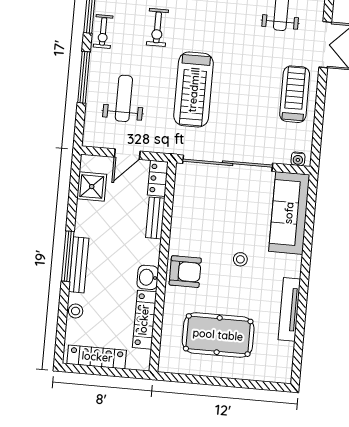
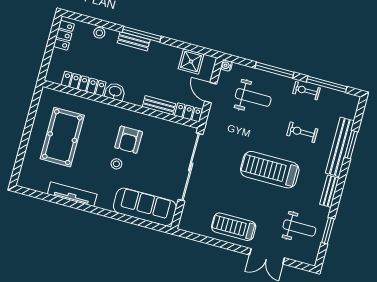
treadmill: (194, 90) -> (270, 170), moved
treadmill: (295, 94) -> (234, 227), turned 180
water cooler: (298, 159) -> (226, 65), moved
bench: (79, 265) -> (134, 41), width x0.73
armchair: (185, 272) -> (129, 140), moved
locker: (97, 357) -> (64, 35), width x0.66

